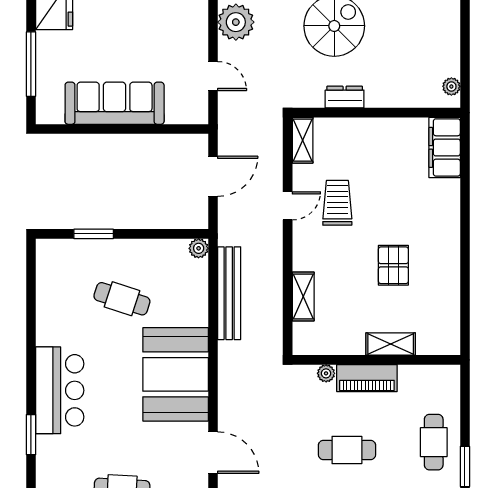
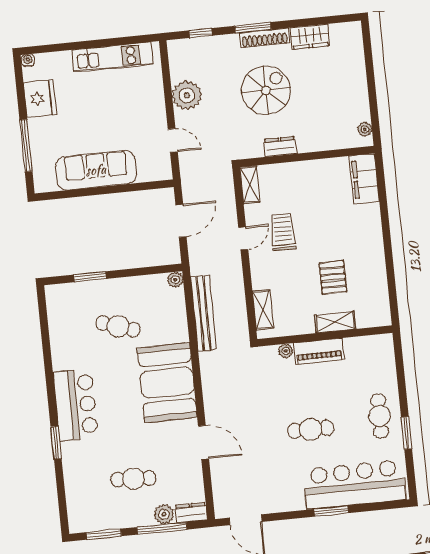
shelving: (391, 344) -> (335, 322), moved
wall: (376, 360) -> (325, 336), moved
plant: (326, 373) -> (286, 351), moved
piano: (367, 378) -> (319, 351), moved

